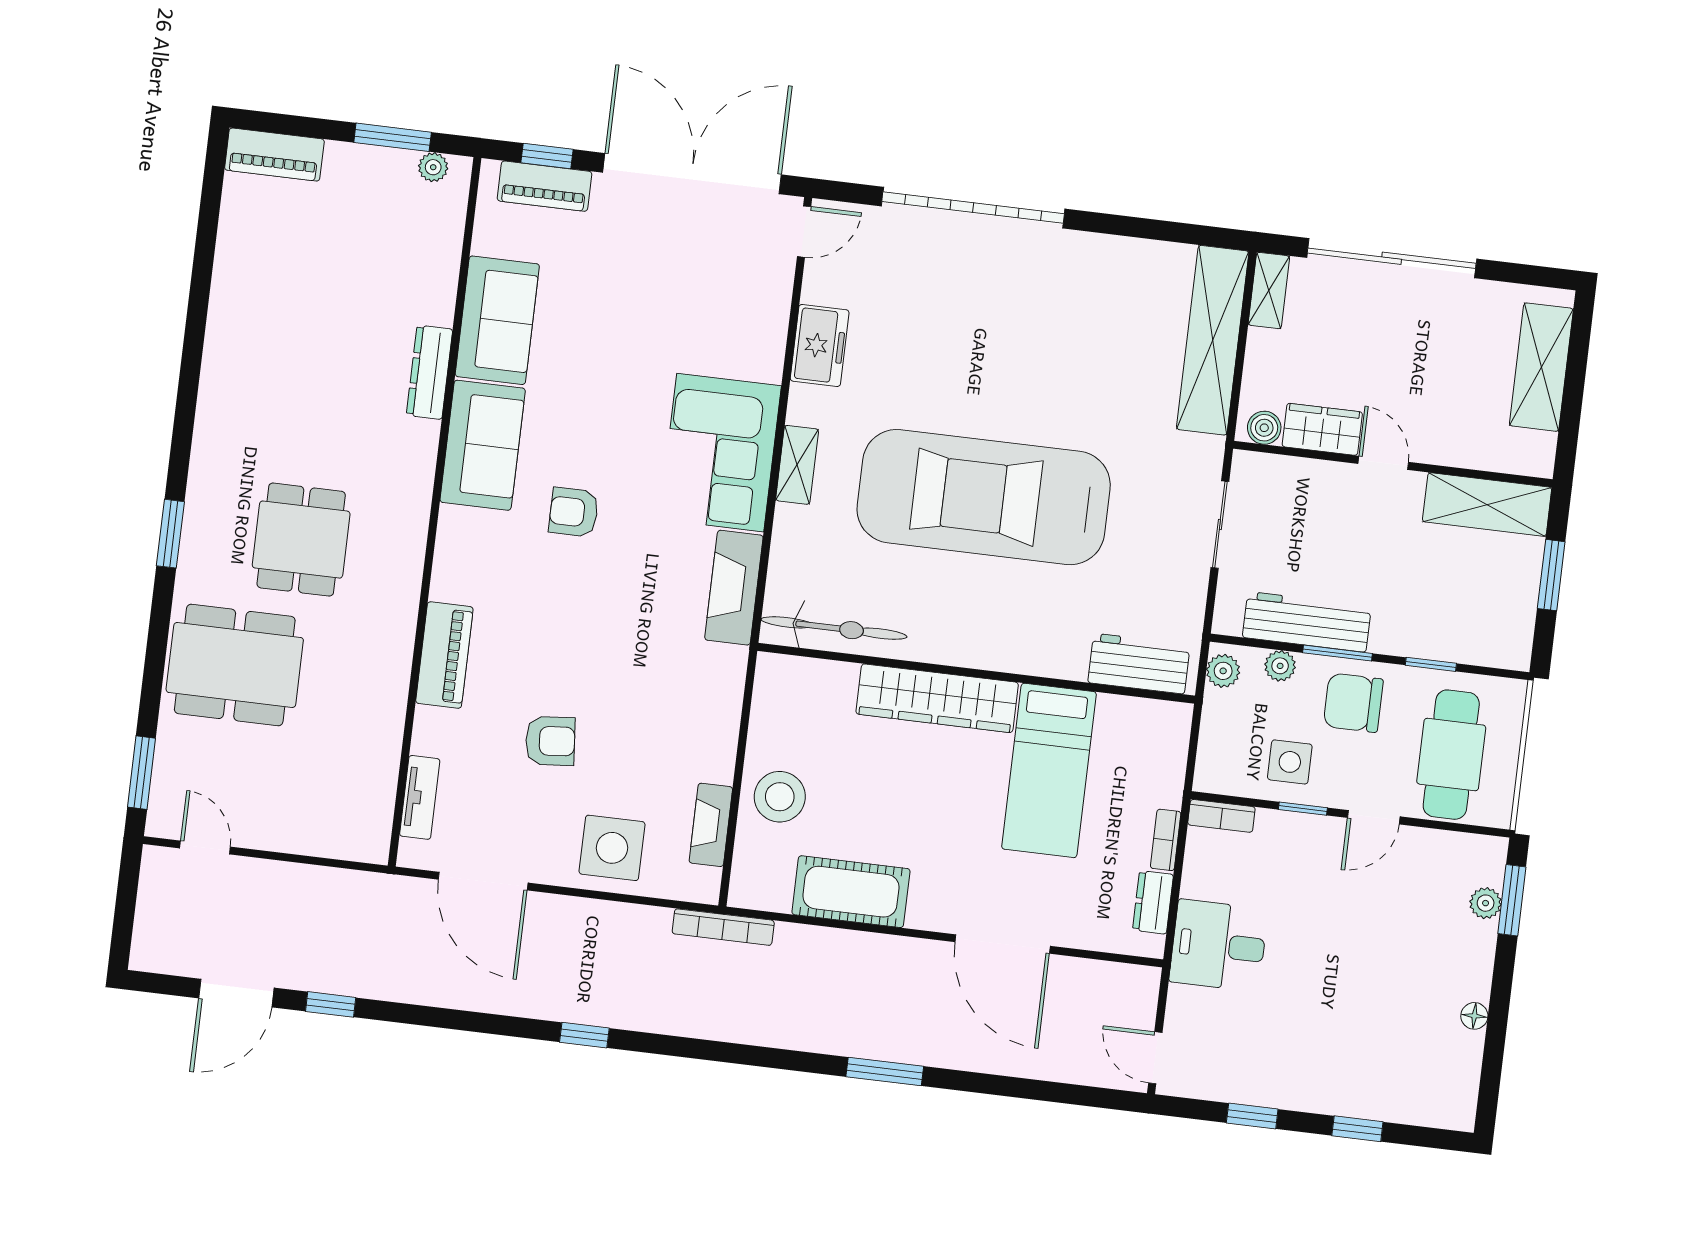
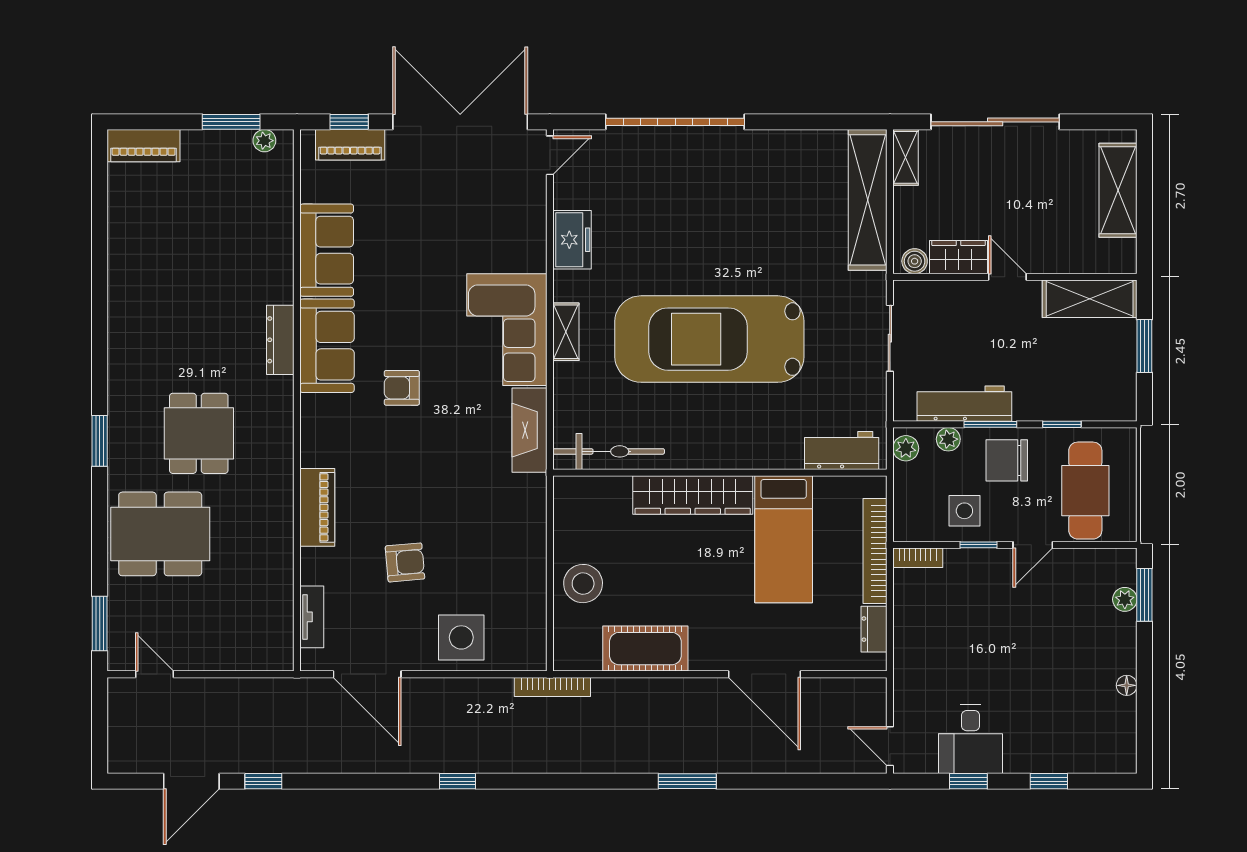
dresser: (429, 372) -> (280, 340), moved
fireplace: (711, 825) -> (534, 611), removed
bookcase: (1166, 840) -> (875, 551), width x2.31, depth x1.31
desk: (1219, 945) -> (971, 739), moved, turned -90

